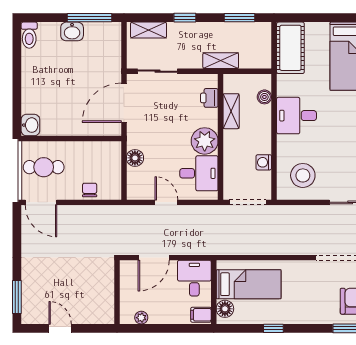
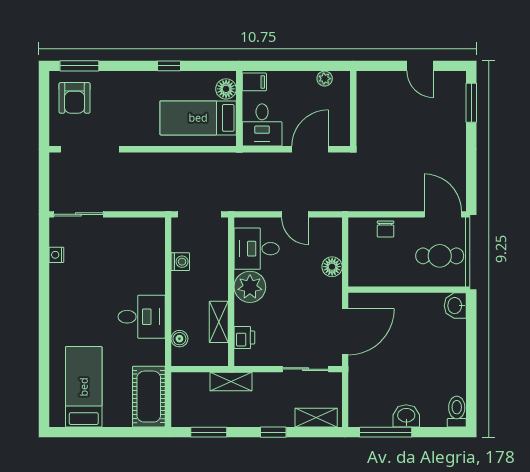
stool: (303, 175) -> (134, 246), removed

